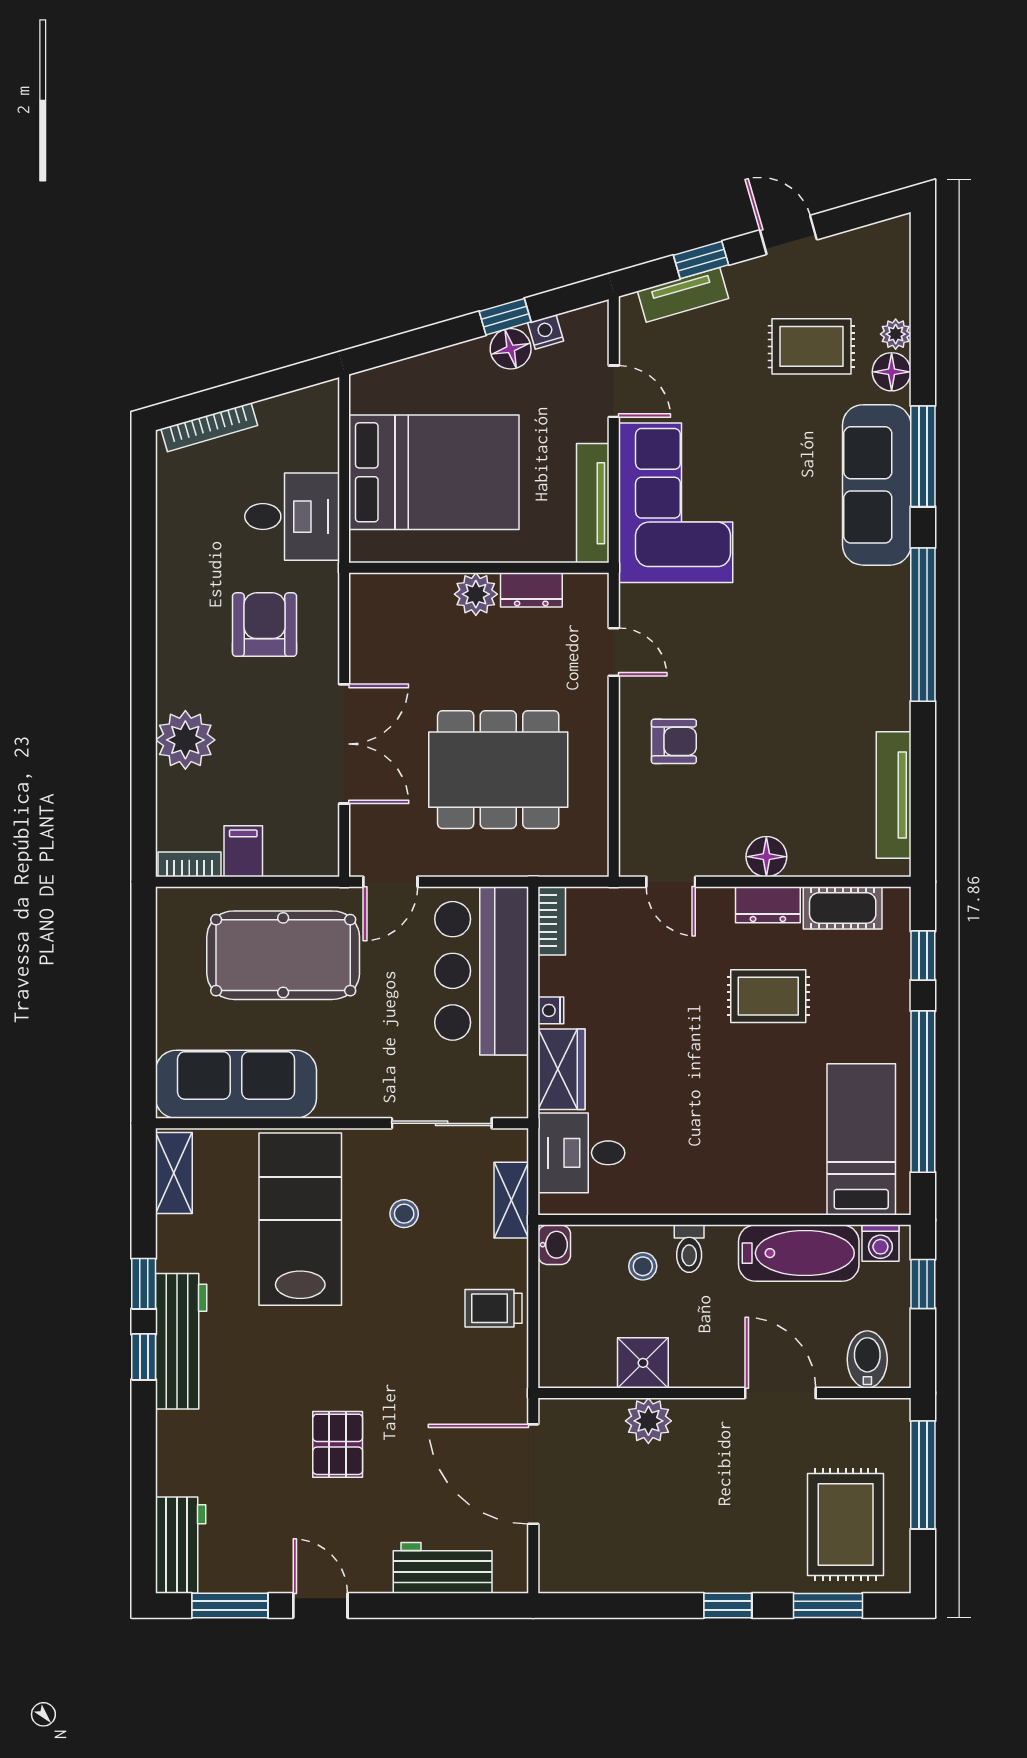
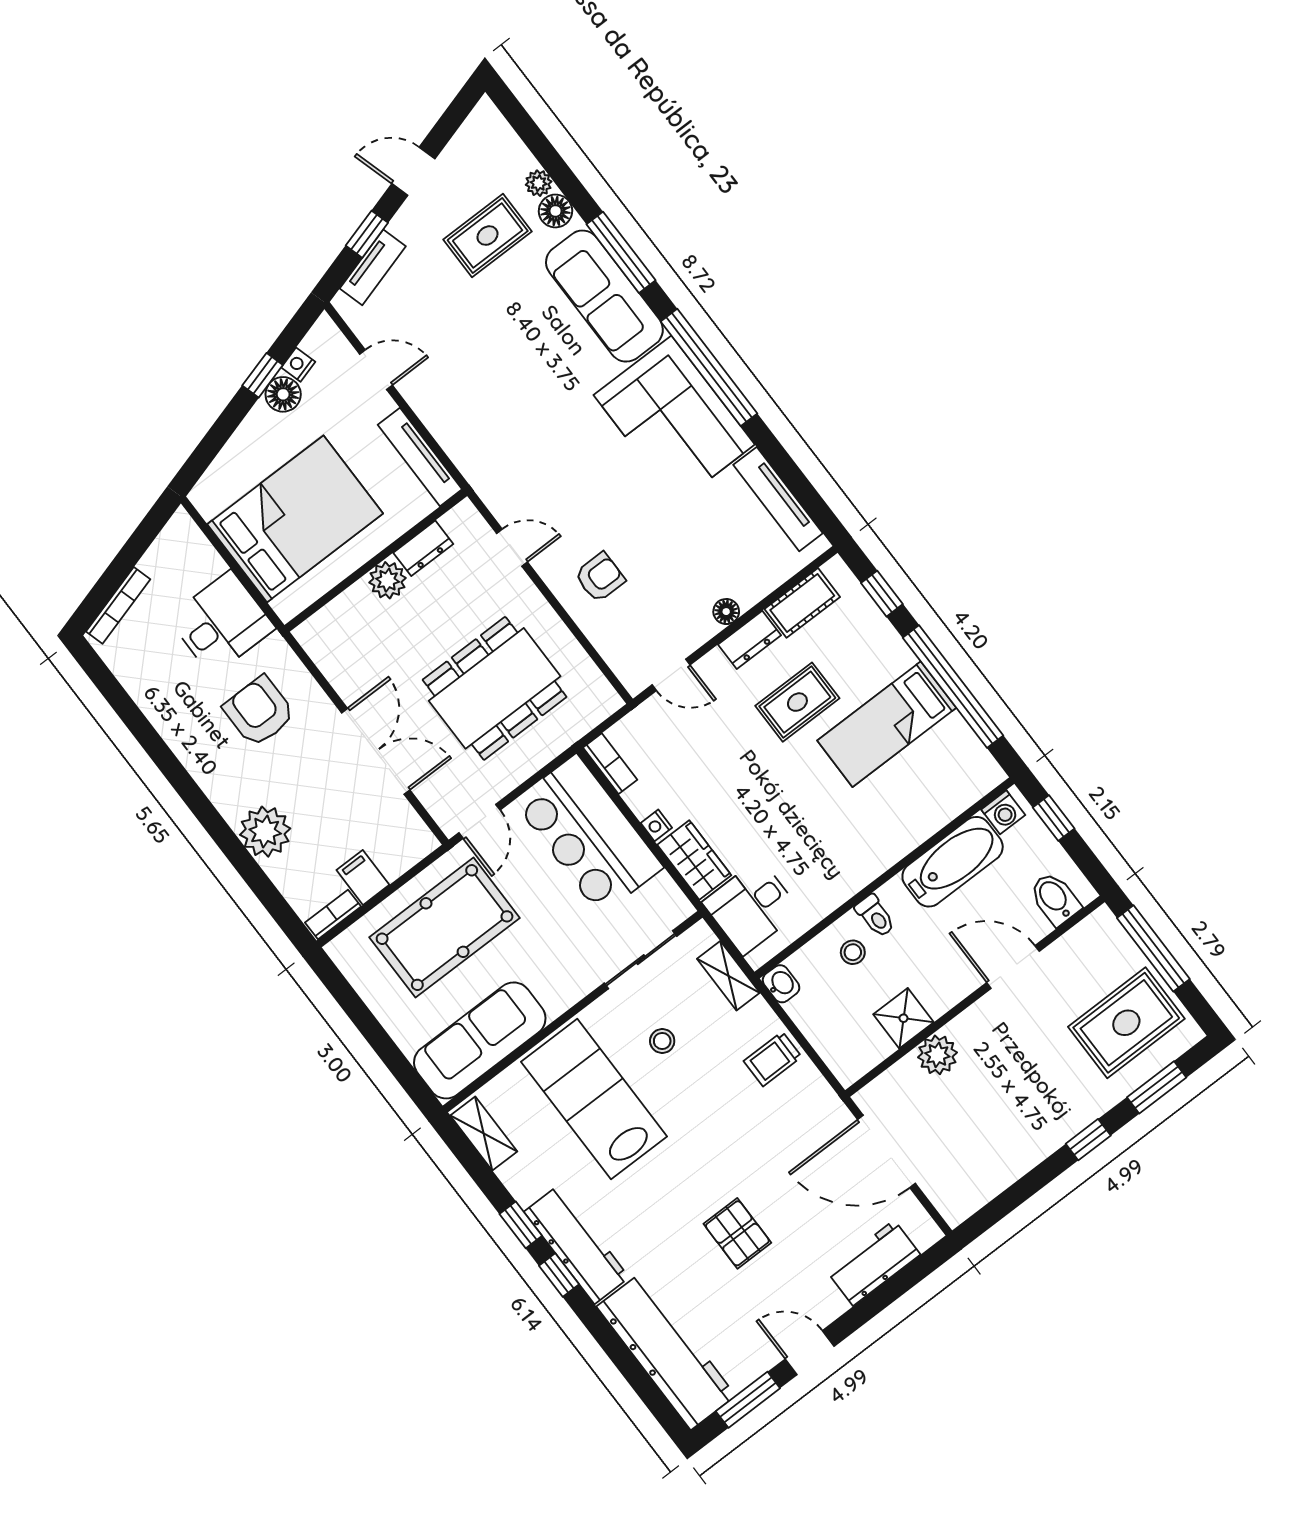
corner sofa: (676, 503) -> (674, 420), moved, turned 180
floor lamp: (766, 857) -> (726, 612), width x0.73, depth x0.73
bed: (861, 1139) -> (887, 724), moved, turned -90
rug: (846, 1525) -> (1126, 1023), turned 90
workbench: (181, 1545) -> (666, 1351), width x1.88, depth x1.32

